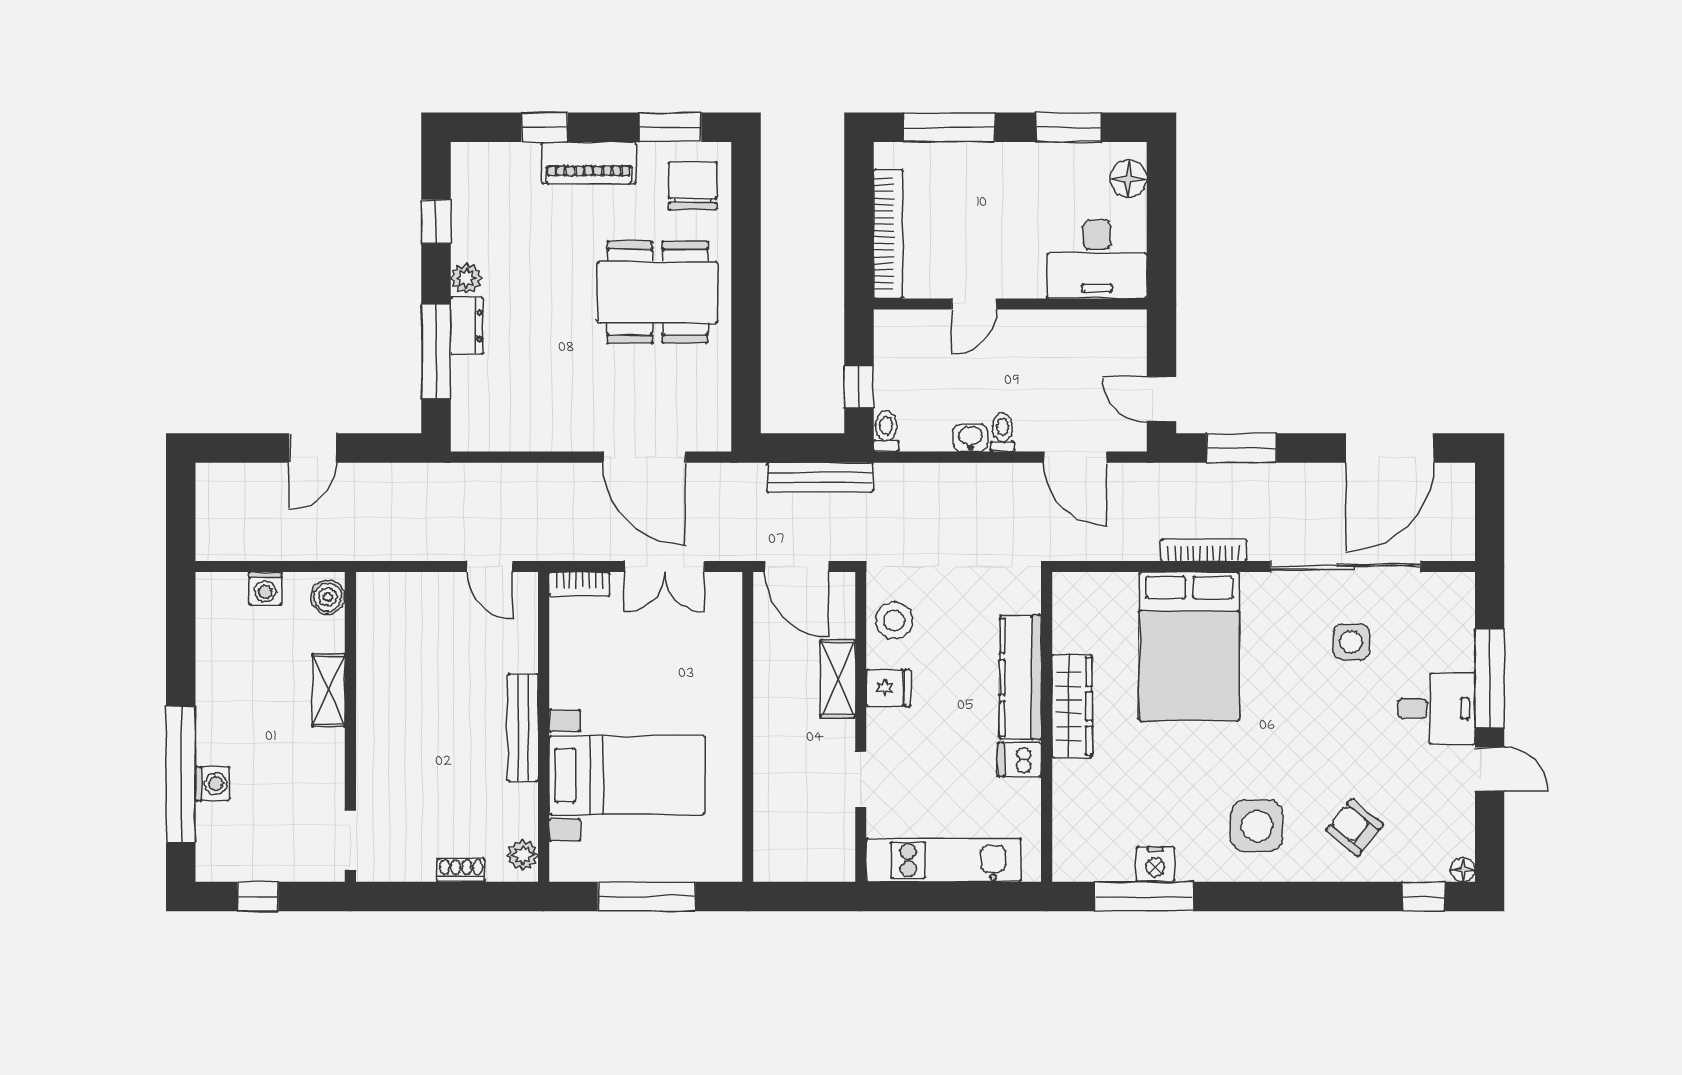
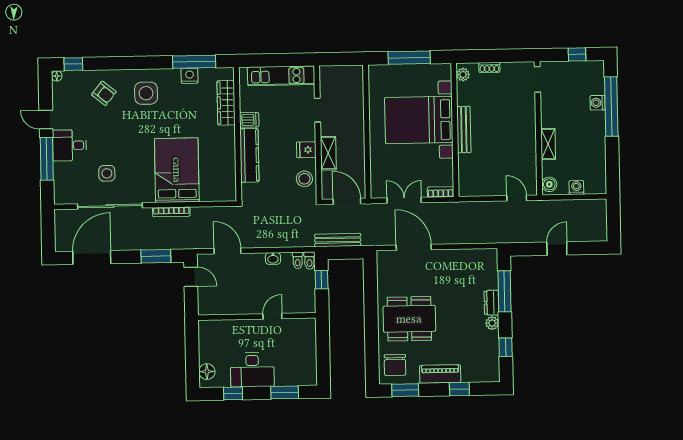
window: (949, 127) -> (285, 392), width x0.69
window: (1069, 127) -> (233, 393), width x0.67
bookcase: (888, 234) -> (310, 346), removed
desk: (1097, 259) -> (252, 370), moved, turned 180
toilet: (1003, 432) -> (298, 260), moved
door: (490, 567) -> (517, 198), moved
wardrobe: (1072, 706) -> (226, 103), moved
bed with nightstands: (627, 775) -> (419, 120), width x1.36

